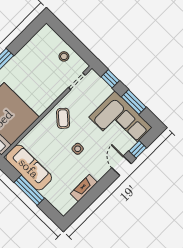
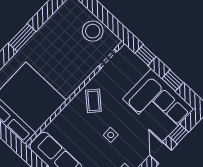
stool: (64, 56) -> (93, 31), width x1.89, depth x1.89
window: (134, 102) -> (173, 81), width x0.67

